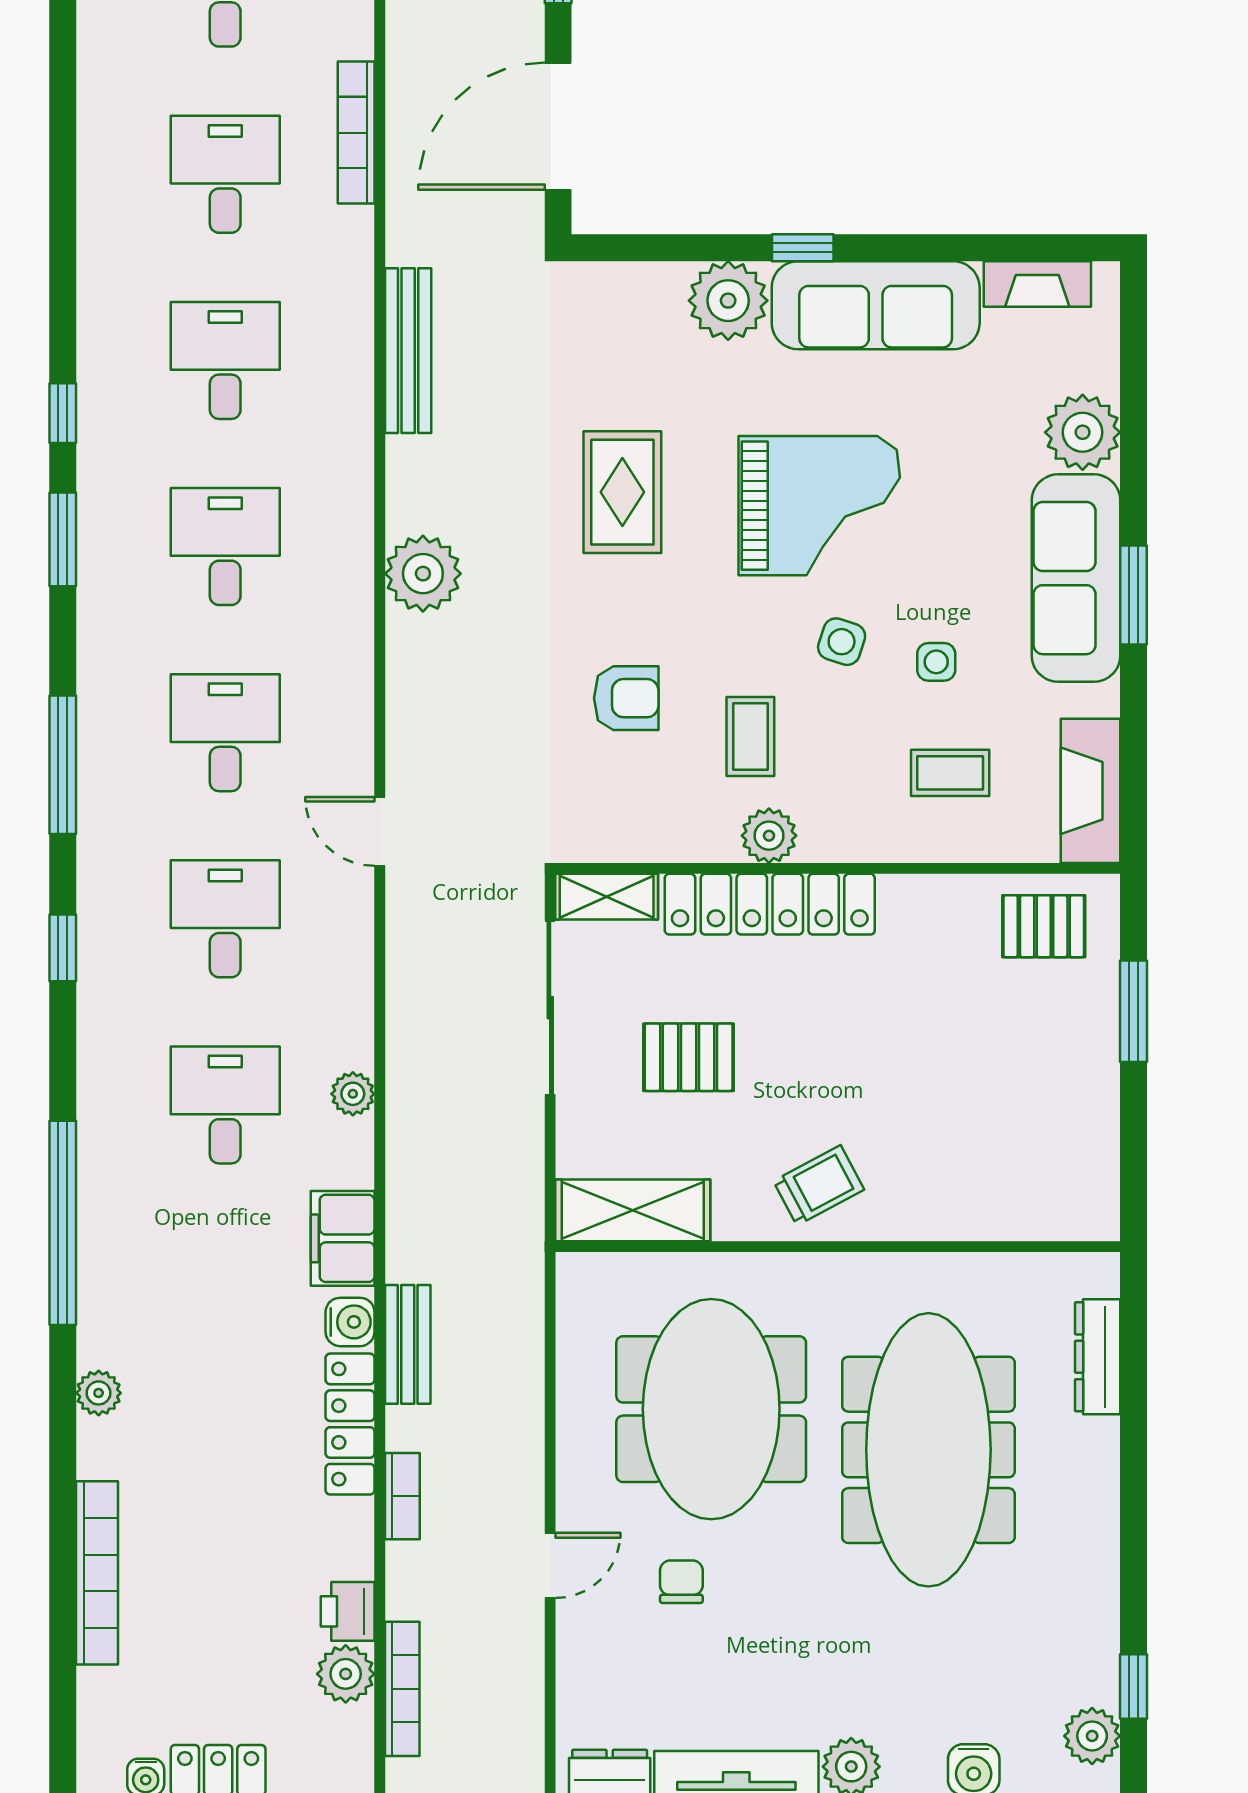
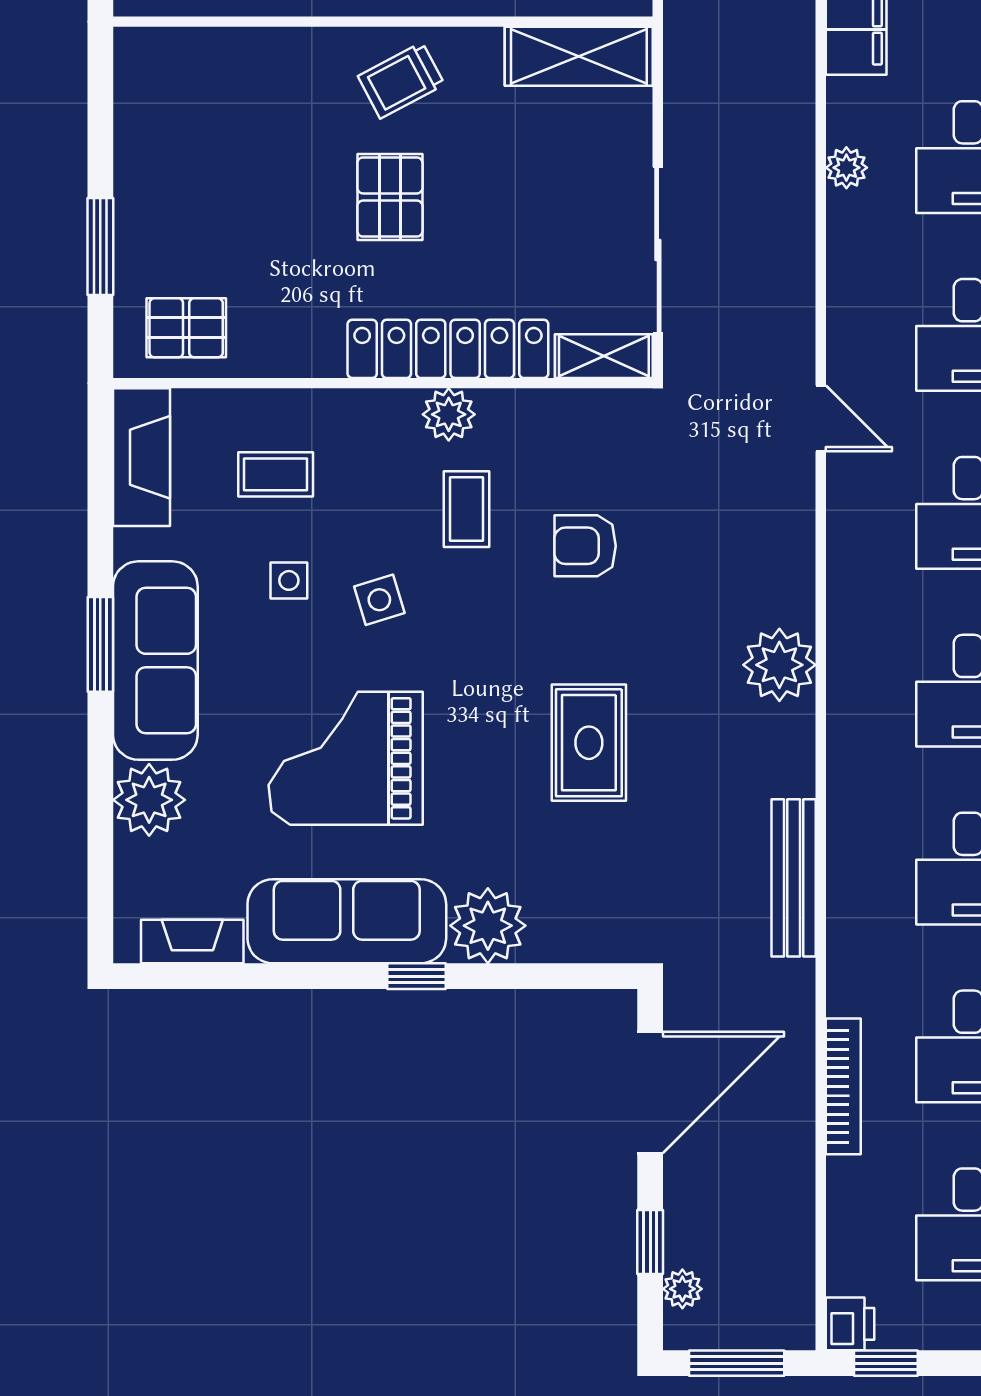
grand piano: (819, 506) -> (346, 758), moved
side table: (842, 642) -> (379, 600), turned -35
pallet: (689, 1057) -> (390, 197), moved, turned 90

